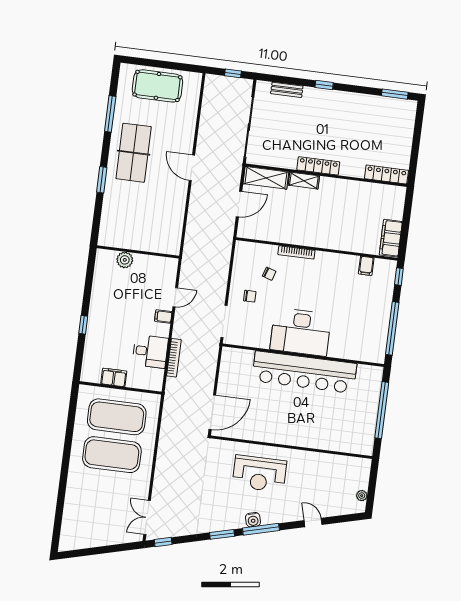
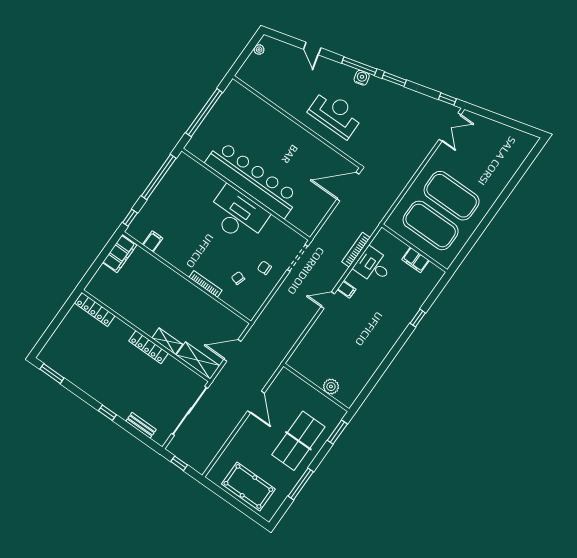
wall: (138, 252) -> (316, 387), moved
plant: (125, 260) -> (331, 387), moved

